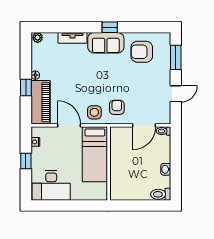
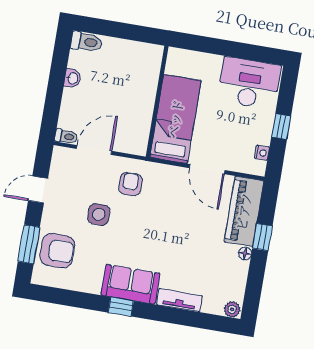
armchair: (142, 52) -> (57, 251), moved
armchair: (117, 107) -> (130, 184), turned 180
side table: (94, 112) -> (99, 214), moved

